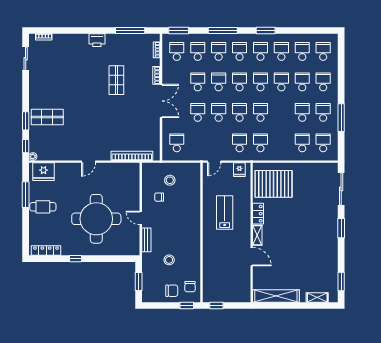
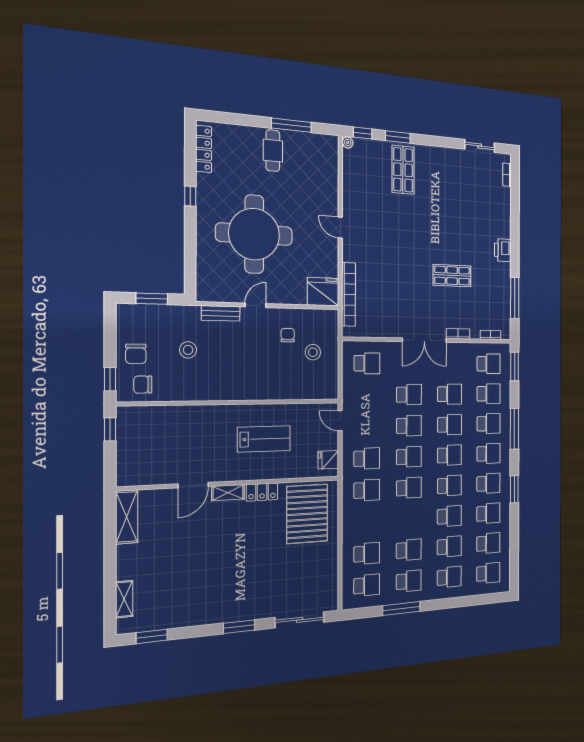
fridge: (44, 172) -> (323, 292), moved, turned 90
shelving: (276, 296) -> (127, 517), width x0.68

